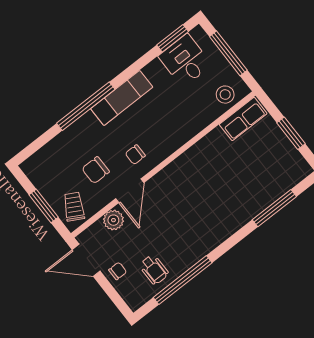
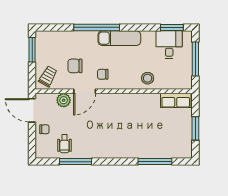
stool: (225, 95) -> (148, 78), moved
window: (44, 206) -> (32, 50), moved
window: (183, 280) -> (75, 162), width x0.68

